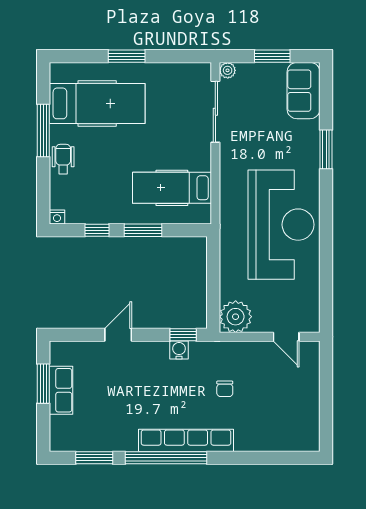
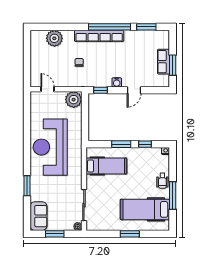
water cooler: (179, 350) -> (117, 82), moved
plant: (273, 436) -> (54, 38), added

